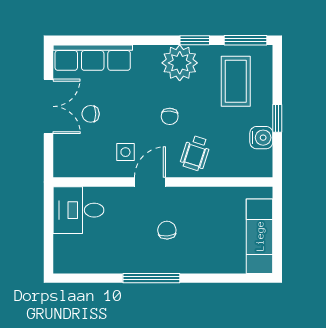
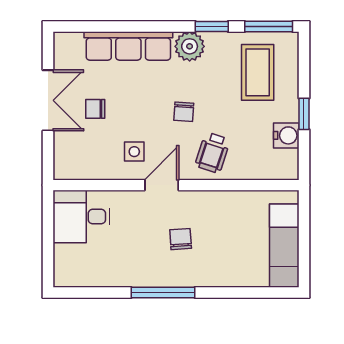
row of seats: (93, 58) -> (128, 46), moved
plant: (180, 63) -> (190, 46), width x0.73, depth x0.73

